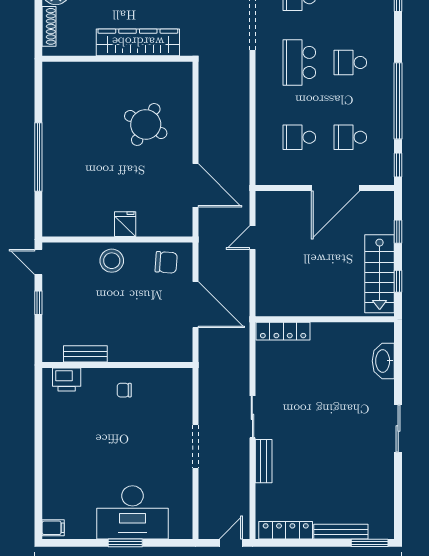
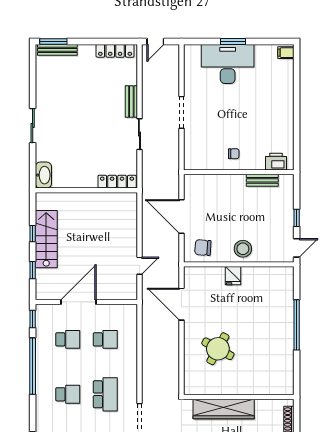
door: (38, 262) -> (297, 248), hinge flipped
wall: (325, 319) -> (86, 190), moved
locker: (283, 331) -> (117, 182), moved
bench: (341, 532) -> (57, 50), moved

